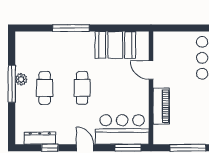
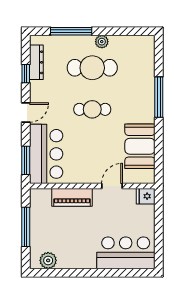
fridge: (160, 40) -> (146, 196), added
window: (12, 84) -> (71, 31), moved
cafe table: (45, 88) -> (92, 68), width x1.37, depth x1.35

